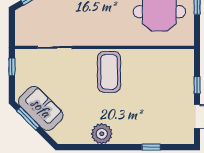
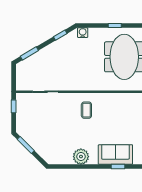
coffee table: (109, 72) -> (86, 110), width x0.54, depth x0.58
sofa: (41, 108) -> (115, 155), moved, turned -45

